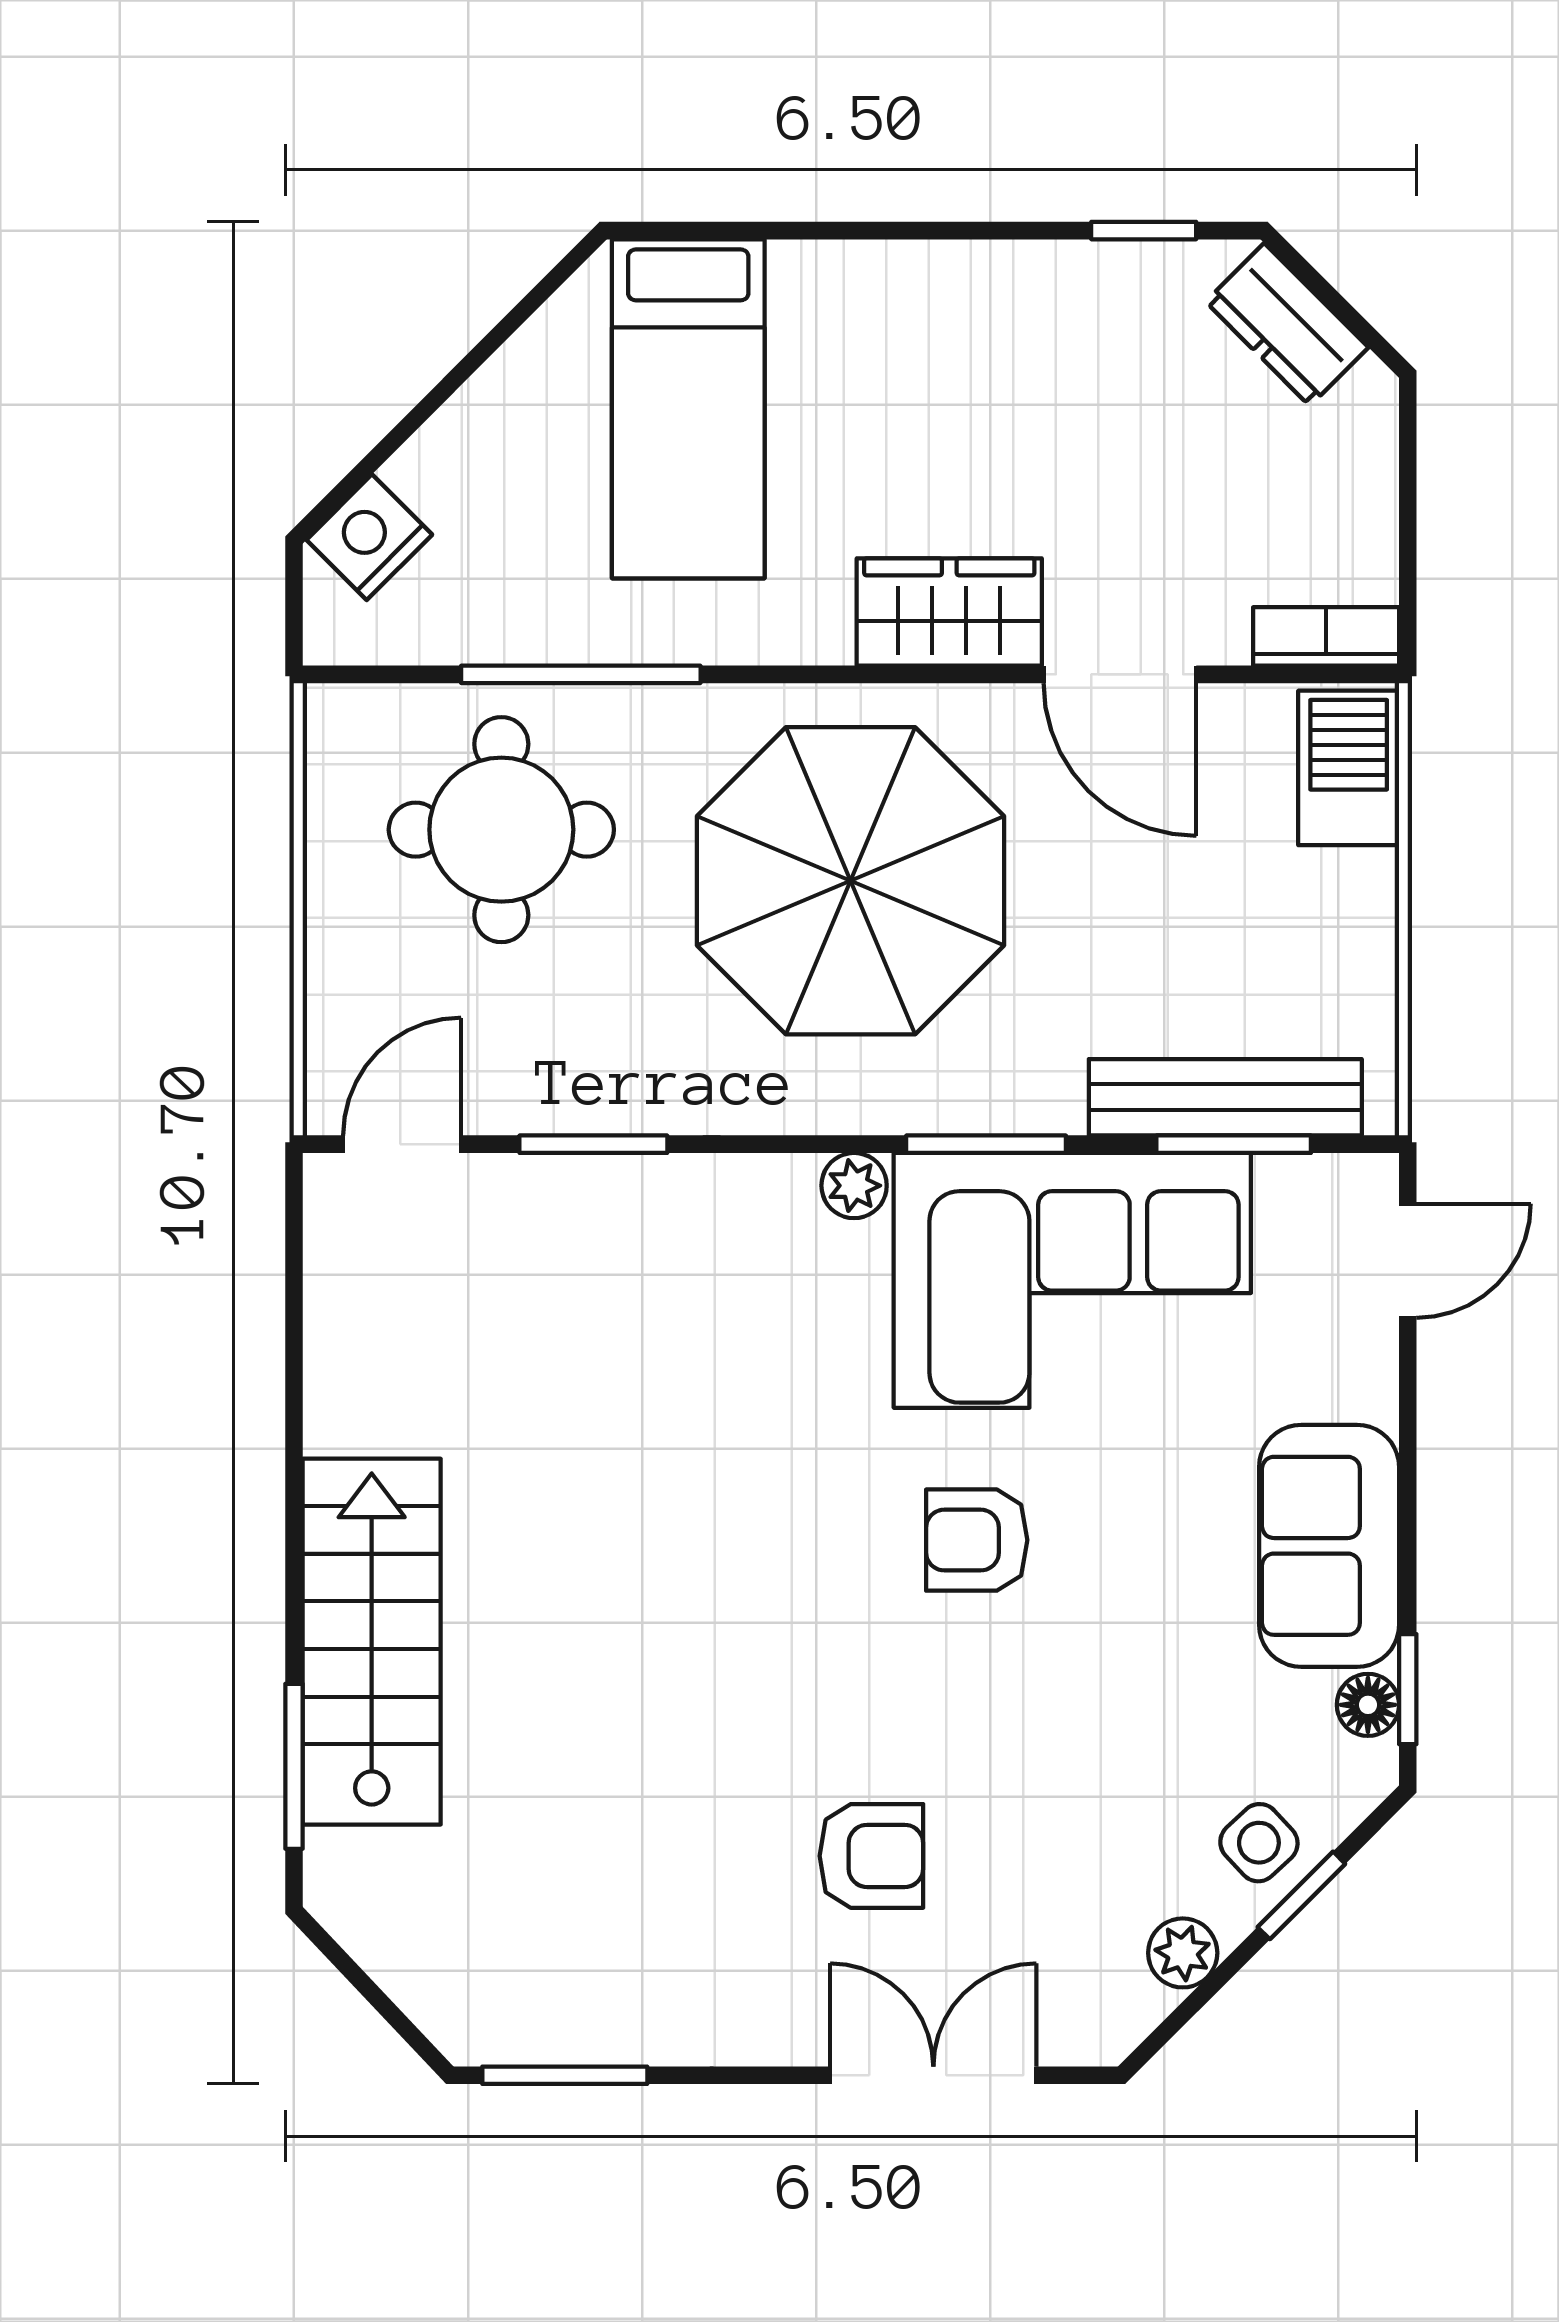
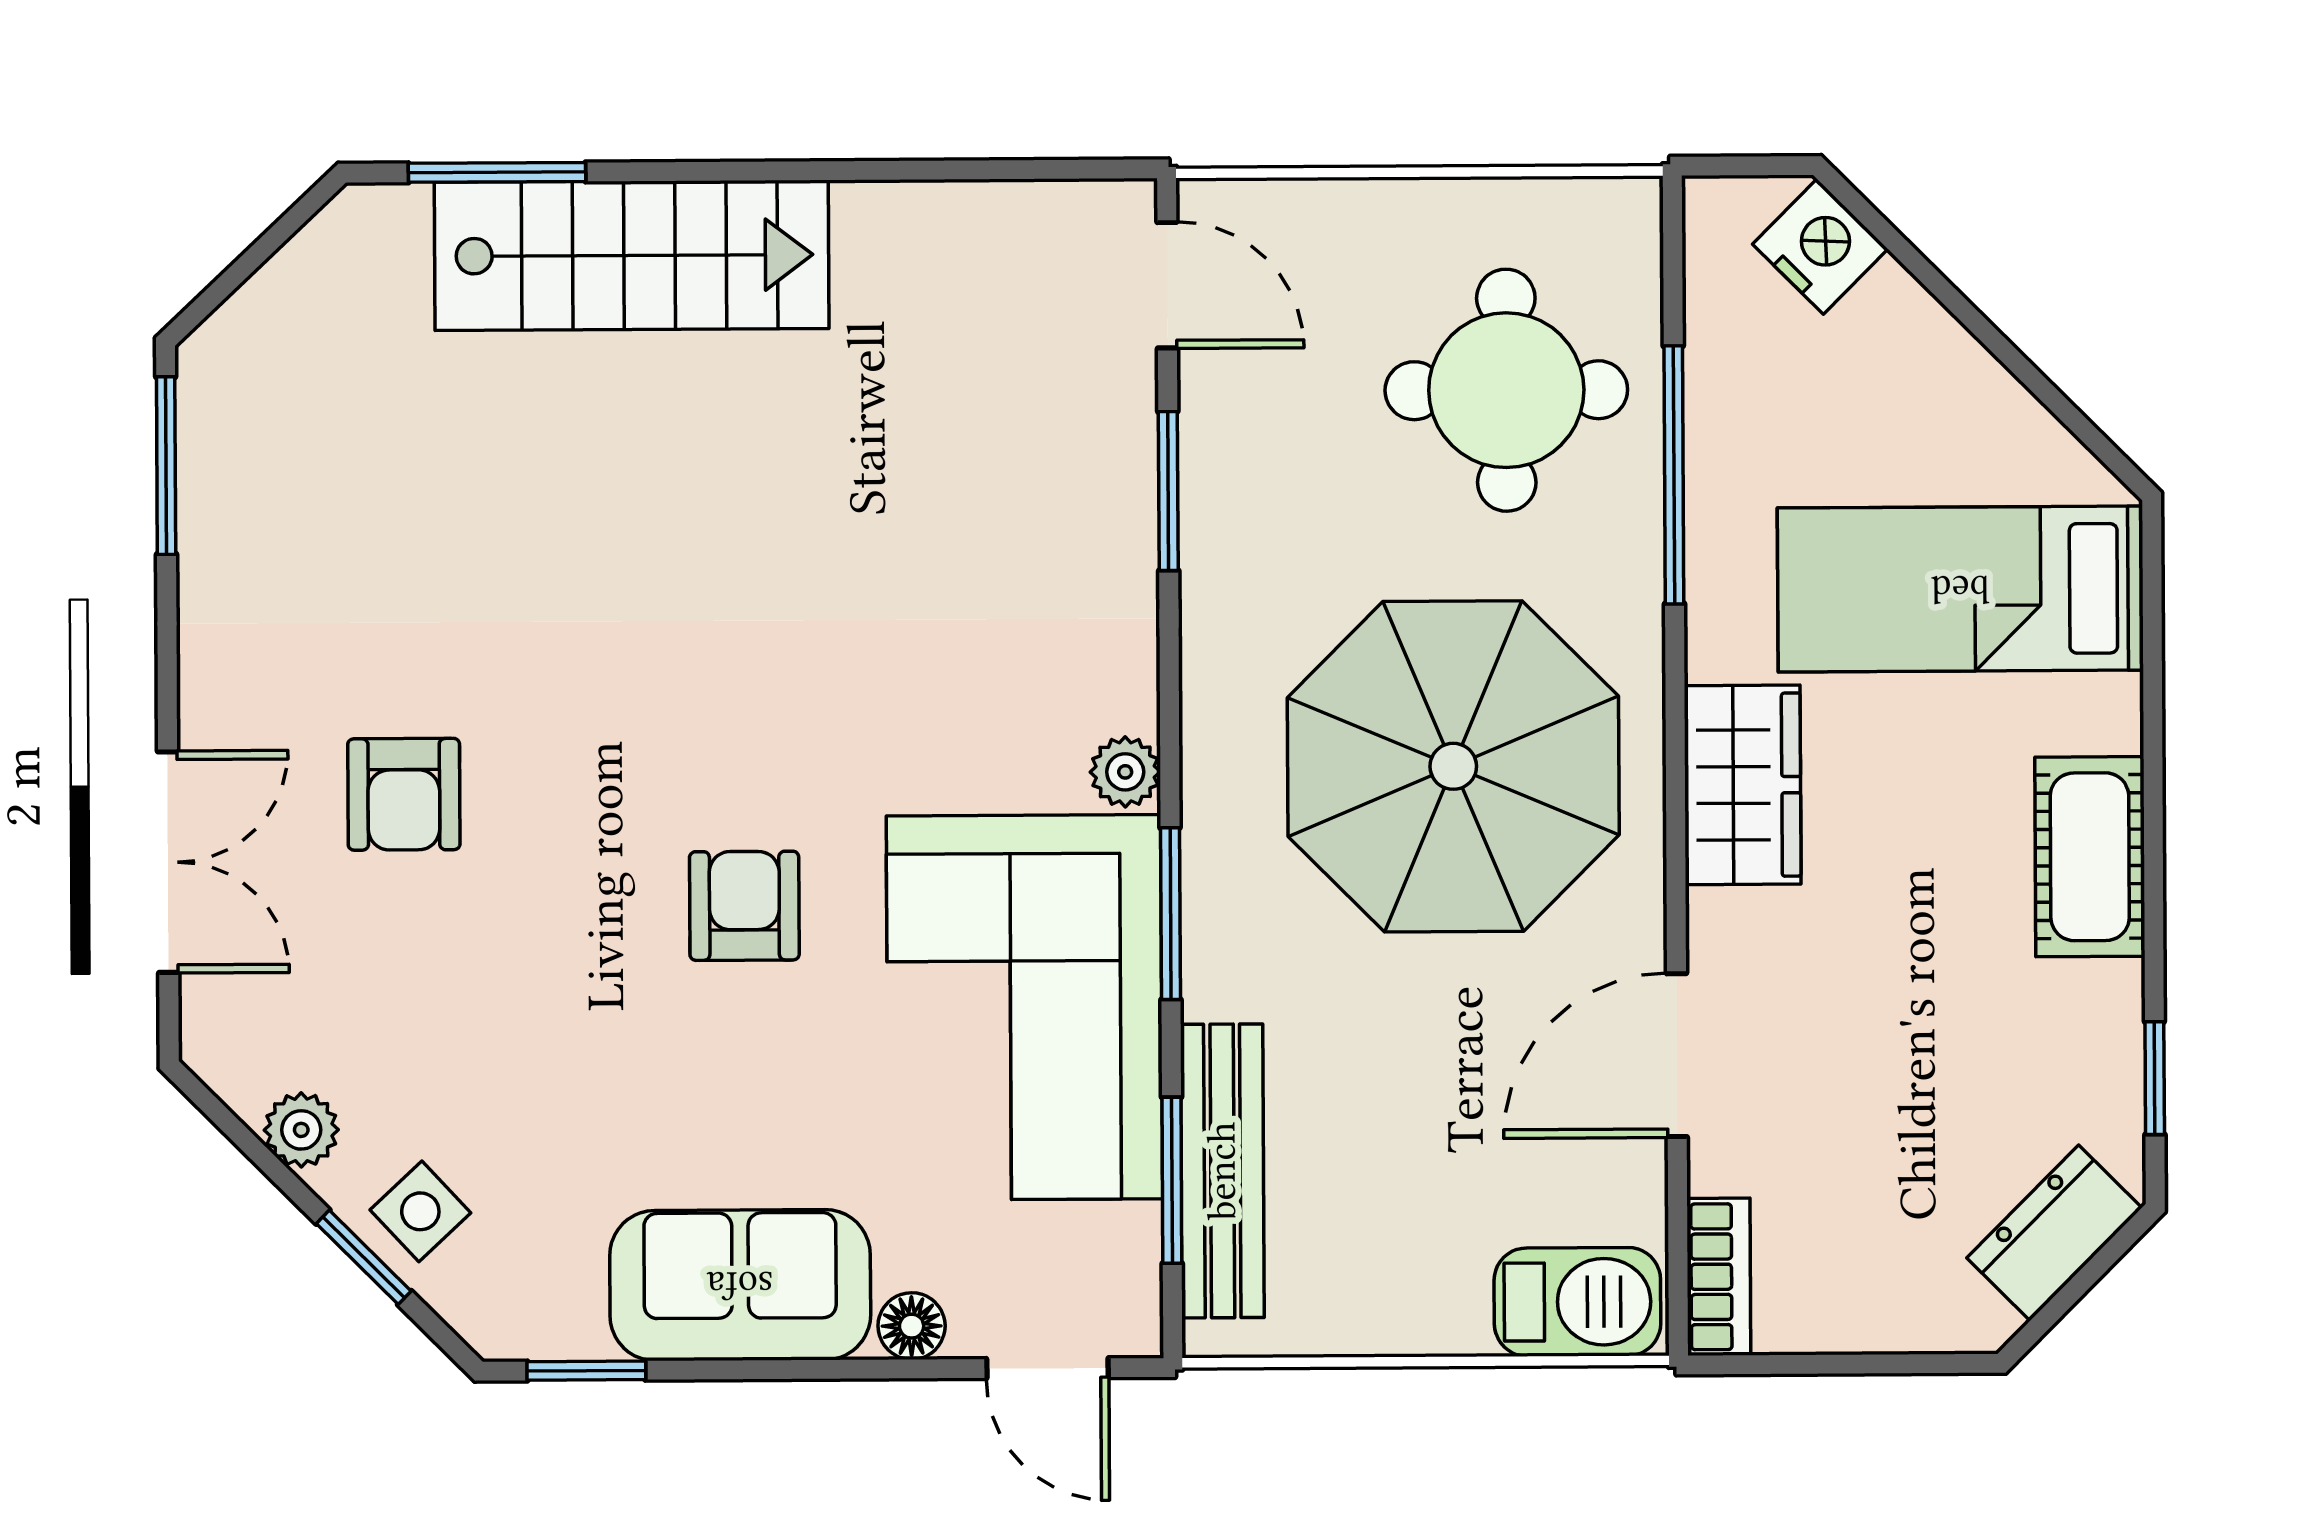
cot: (938, 290) -> (2090, 857), added
wardrobe: (949, 612) -> (1743, 785), moved
floor lamp: (1368, 1705) -> (912, 1326), moved

